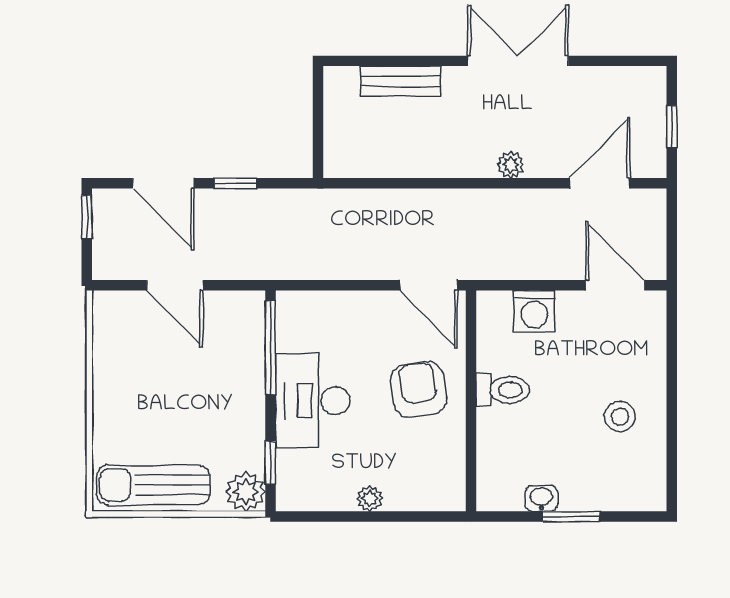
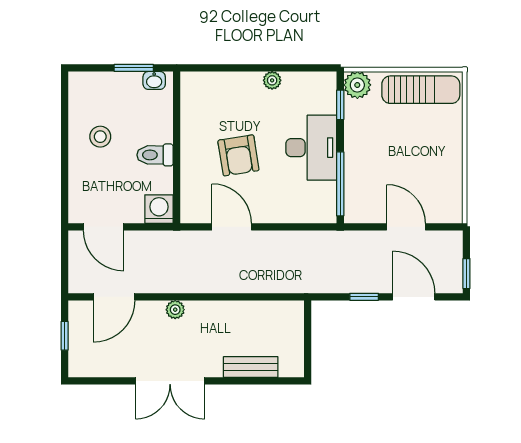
toilet: (503, 390) -> (155, 155), moved
wall: (471, 401) -> (177, 147), moved

